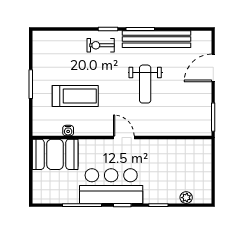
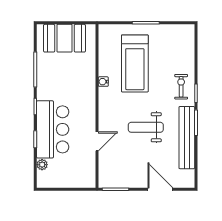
treadmill: (75, 96) -> (135, 63), width x1.37, depth x1.38
water cooler: (68, 131) -> (103, 82), moved
door: (124, 137) -> (97, 141), moved
booth: (55, 154) -> (64, 38), moved, turned 90
bar counter: (111, 186) -> (53, 129), moved

